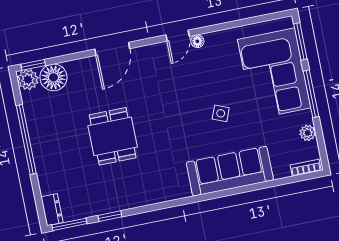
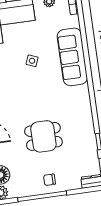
chair: (51, 149) -> (49, 180), added

